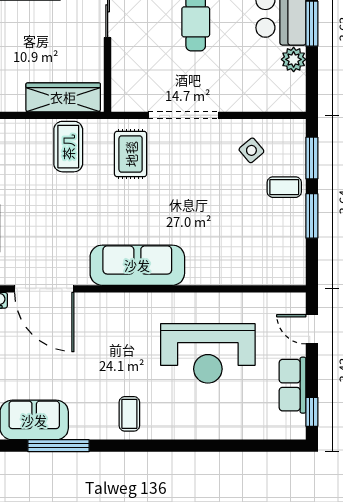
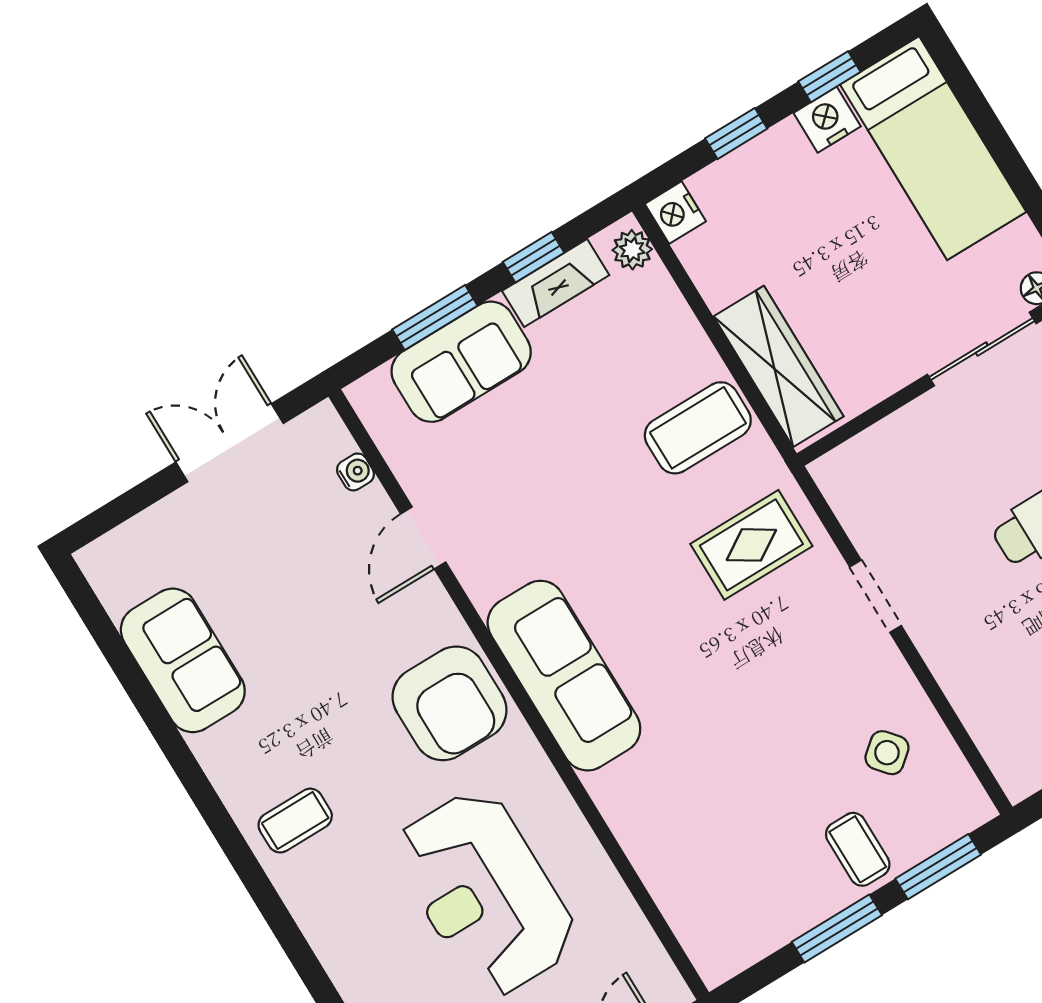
doorway: (183, 115) -> (876, 596), width x0.53
door: (44, 289) -> (423, 538), width x0.53
armchair: (120, 320) -> (450, 703), added
window: (58, 446) -> (164, 730), removed

